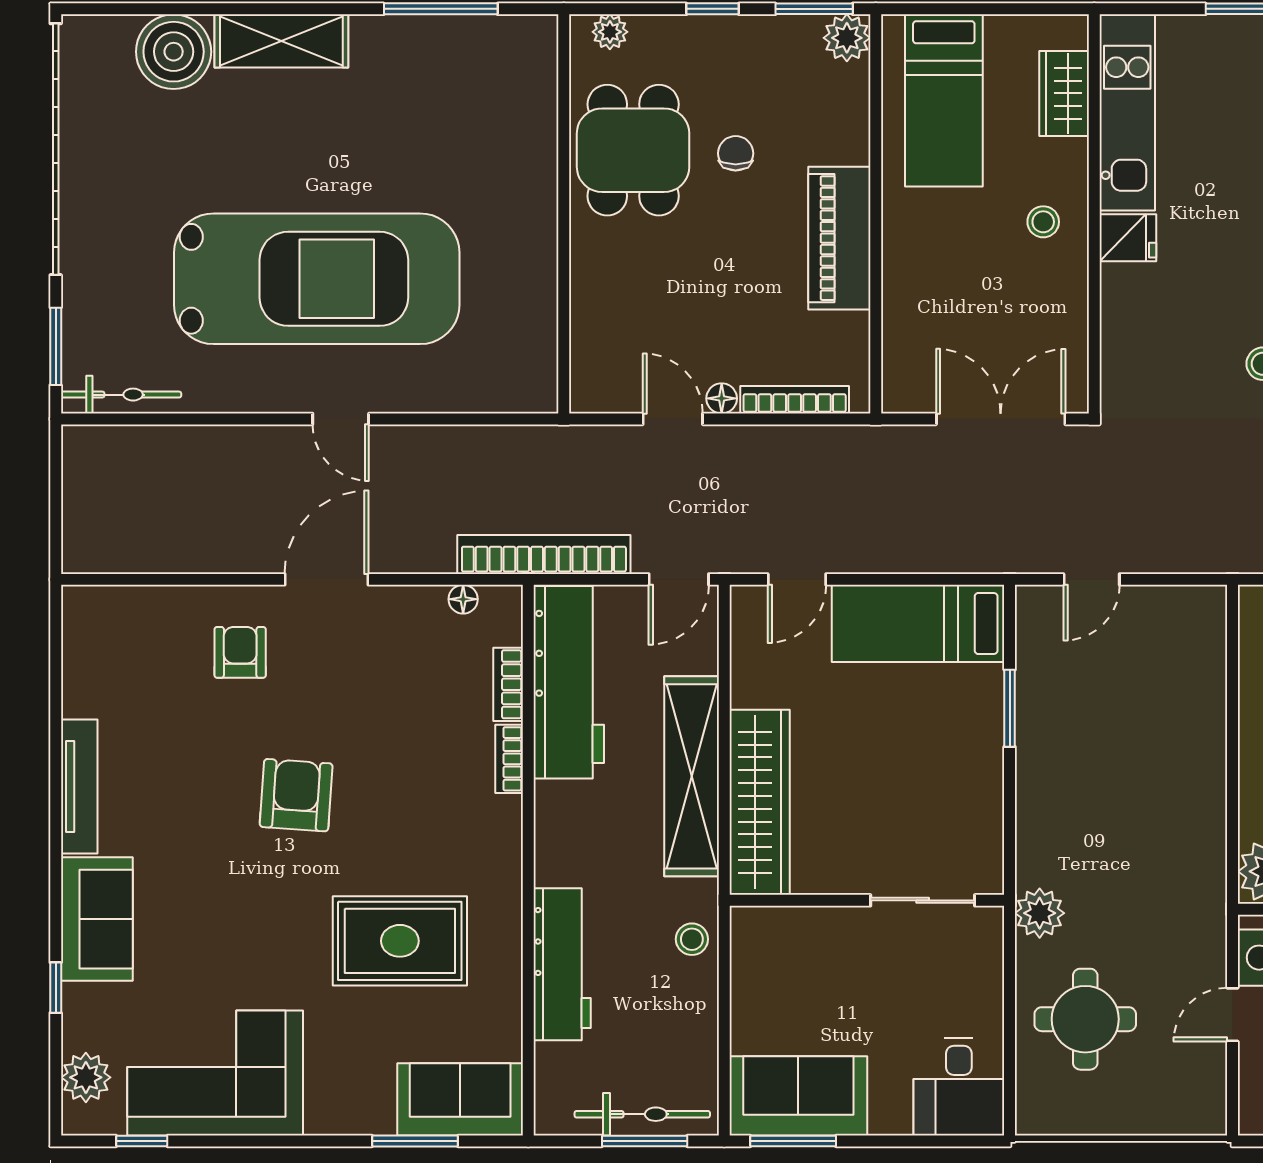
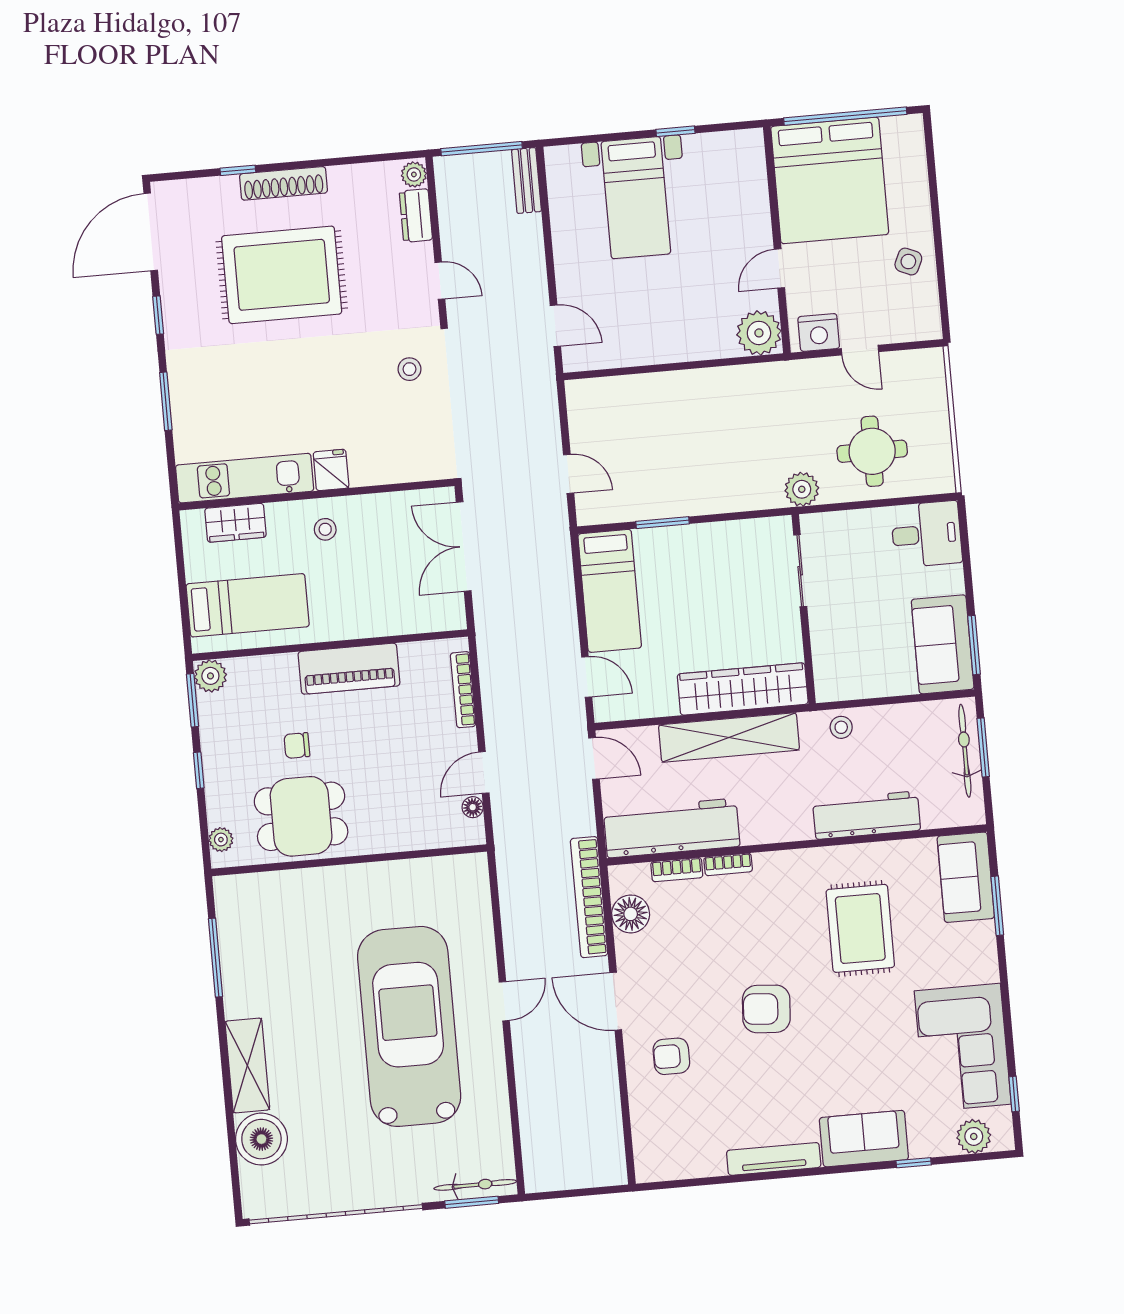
bicycle: (121, 395) -> (475, 1185), moved, turned 90
floor lamp: (722, 398) -> (473, 807), moved
bookcase: (544, 554) -> (589, 897), moved
floor lamp: (463, 599) -> (631, 914), width x1.89, depth x1.89

